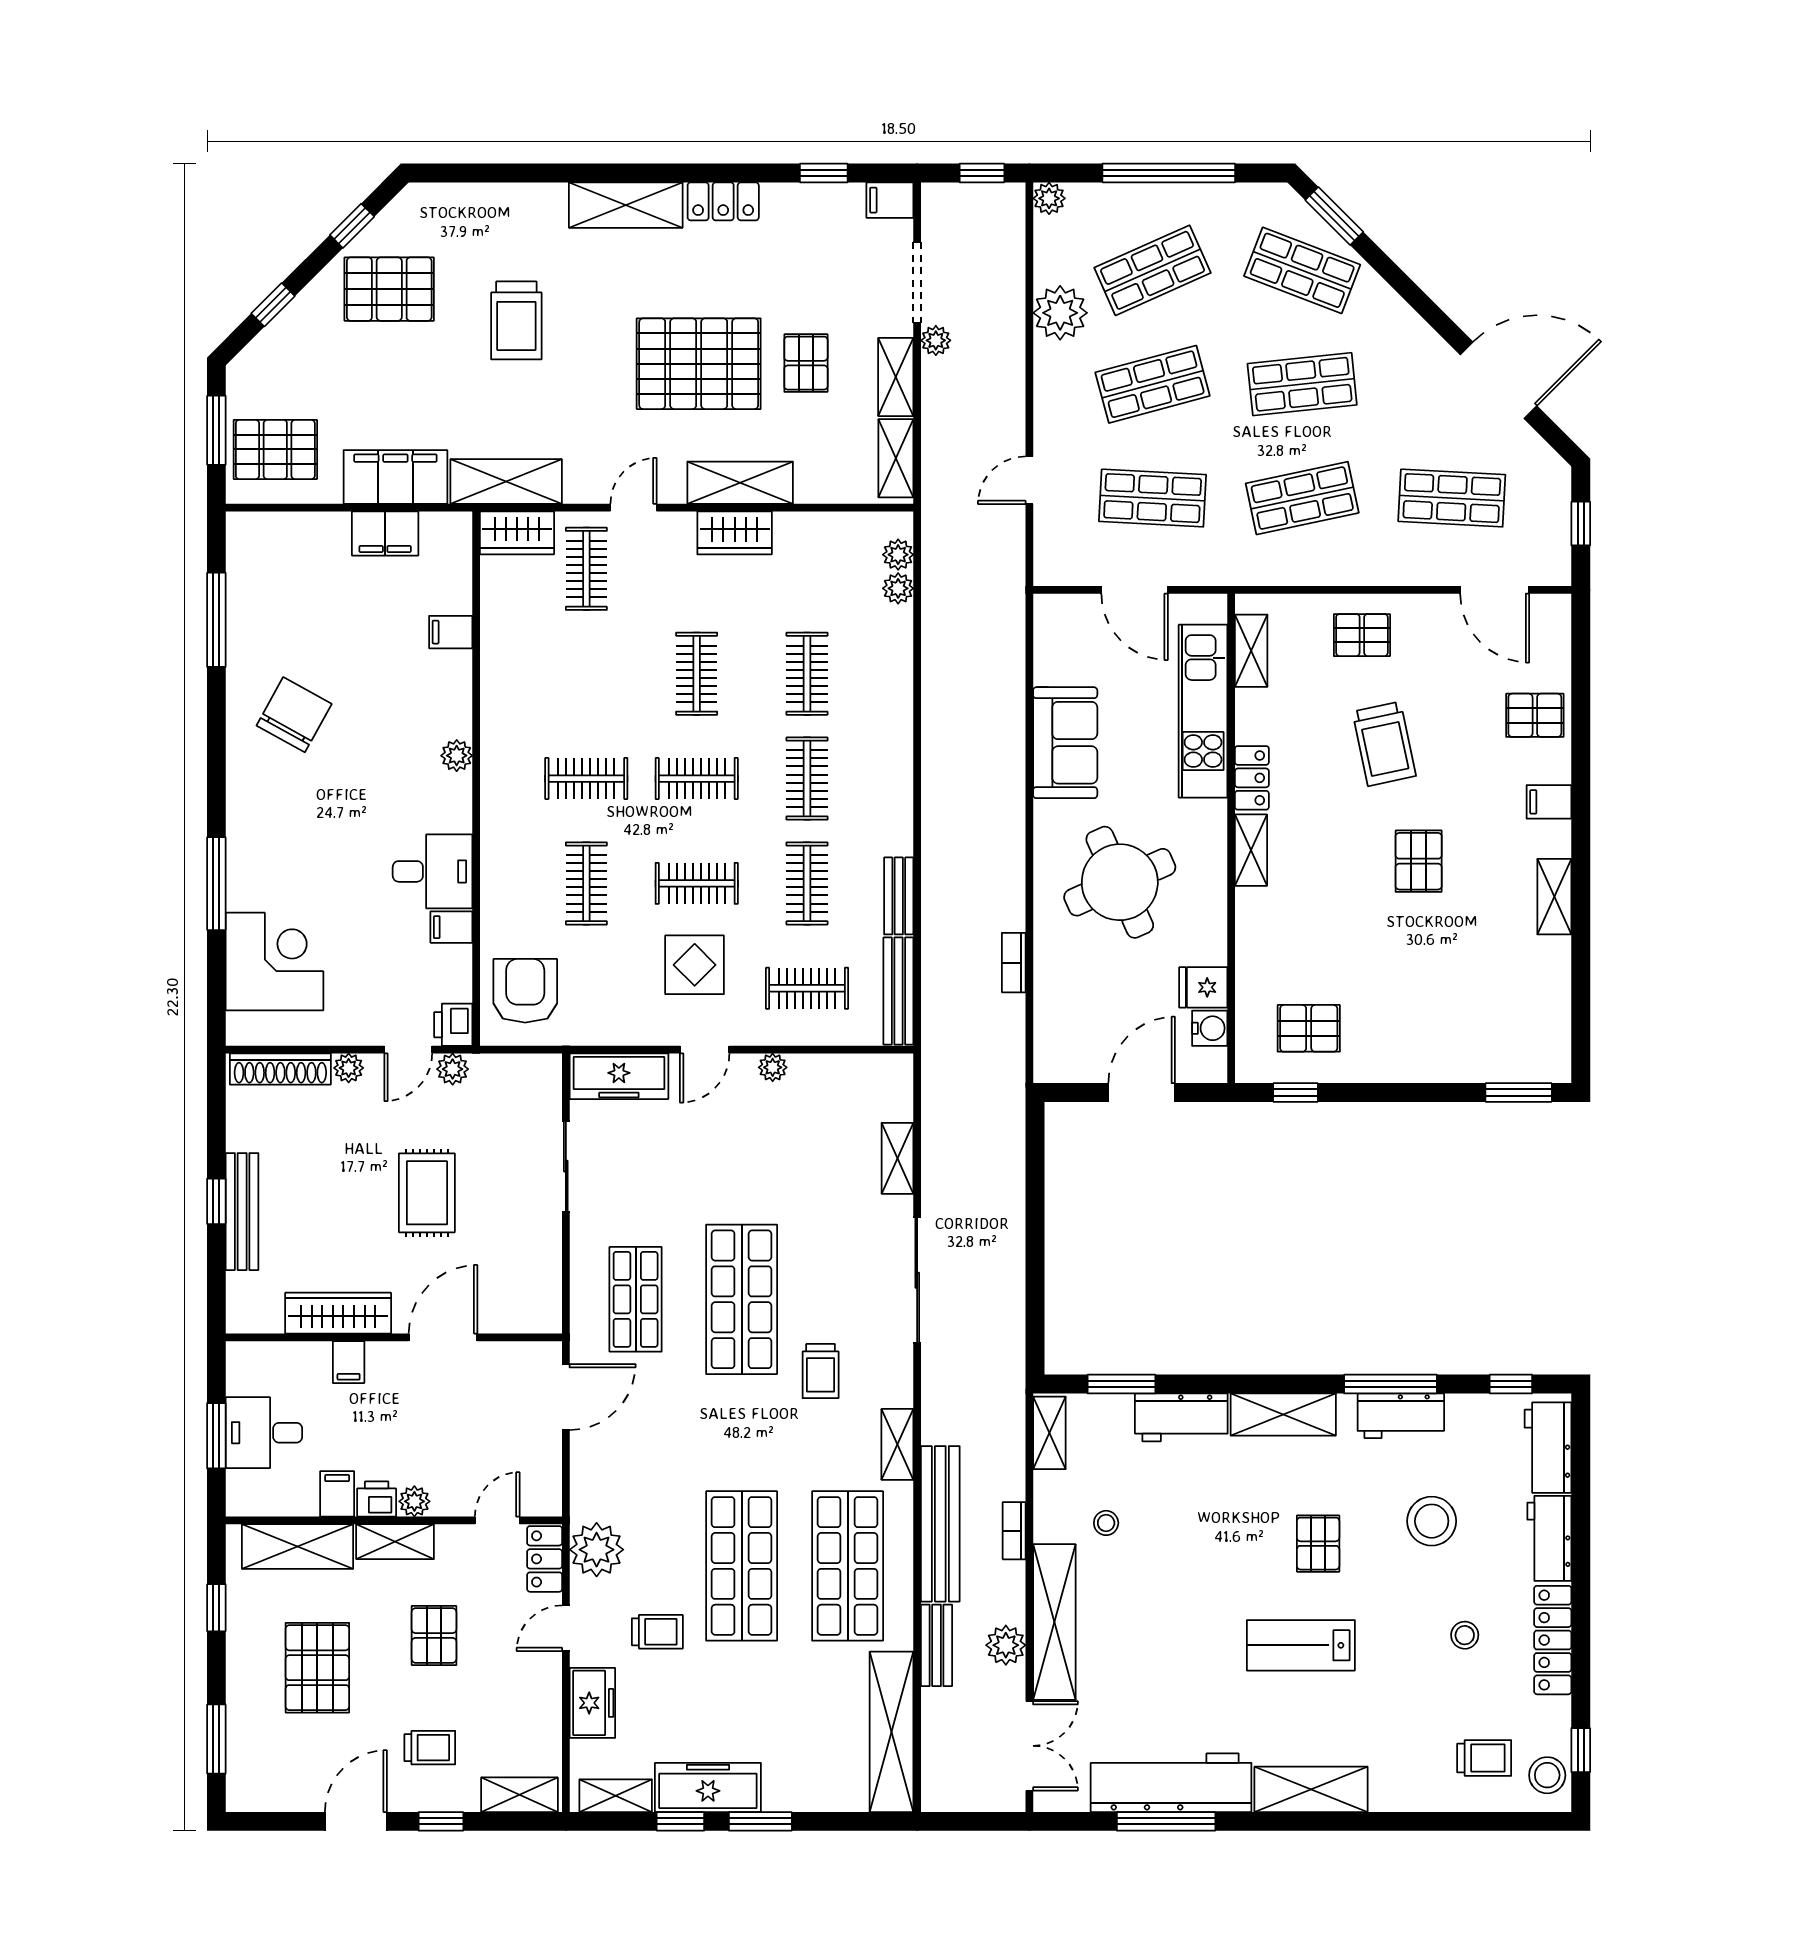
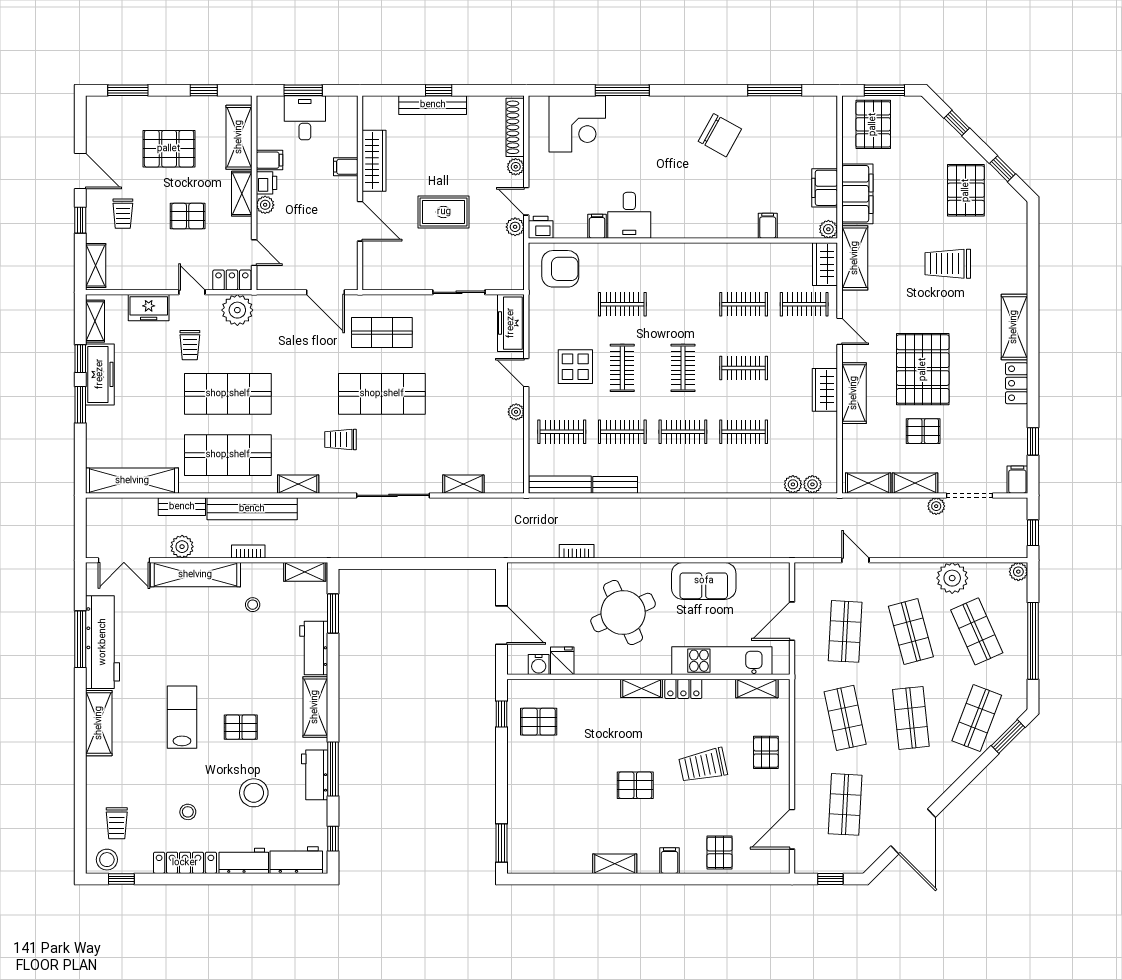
plant: (457, 756) -> (828, 229), moved
clothes rail: (586, 779) -> (744, 304), moved, turned 90
clothes rail: (807, 988) -> (562, 432), turned 90
pallet: (1309, 1028) -> (539, 722), turned 90

